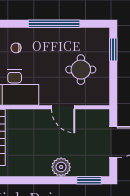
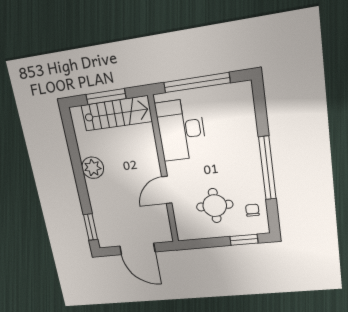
chair: (16, 48) -> (252, 210), moved
plant: (61, 167) -> (93, 168), moved

